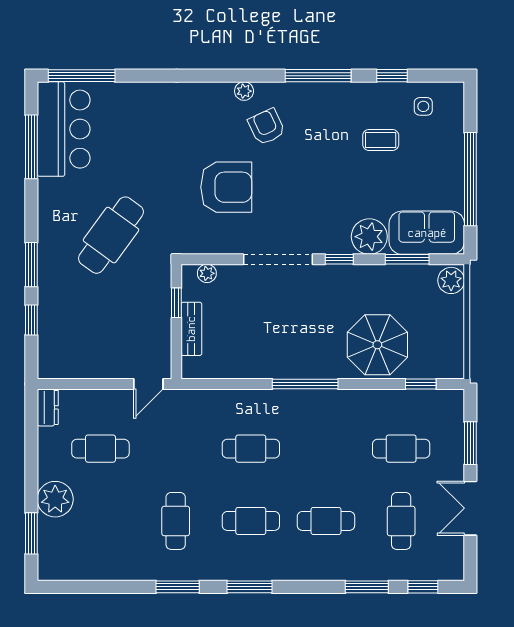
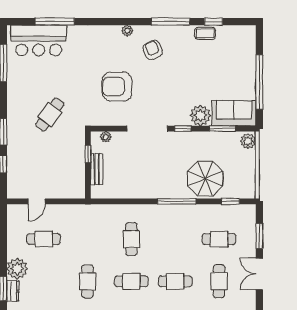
window: (82, 76) -> (55, 22), moved
side table: (423, 106) -> (232, 39), removed
armchair: (267, 127) -> (153, 50), moved
bar counter: (64, 129) -> (39, 40), moved, turned 90
coffee table: (381, 140) -> (205, 33), moved
armchair: (226, 187) -> (117, 87), turned 180
cafe table: (111, 235) -> (50, 115), width x0.73, depth x0.74
door: (148, 384) -> (37, 201), moved
window: (305, 384) -> (177, 201), moved
dresser: (48, 407) -> (13, 291), moved
cafe table: (251, 449) -> (131, 239), turned 90

